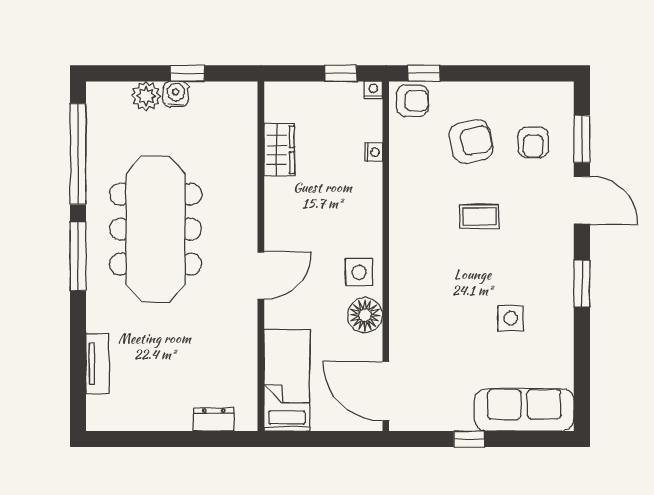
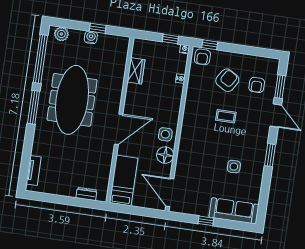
plant: (146, 96) -> (61, 34), moved
armchair: (412, 101) -> (202, 57), turned 90
armchair: (471, 142) -> (227, 80), turned -47
door: (261, 276) -> (119, 129), width x1.36
tv unit: (98, 363) -> (34, 170), moved

